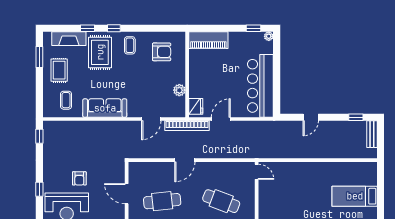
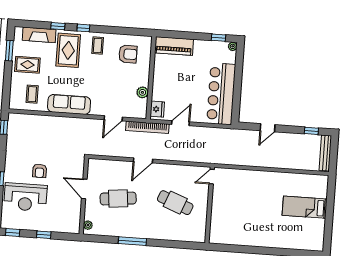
rug: (59, 70) -> (27, 65), turned 90
bench: (372, 134) -> (325, 153), width x1.36
door: (257, 172) -> (212, 177), swing flipped

